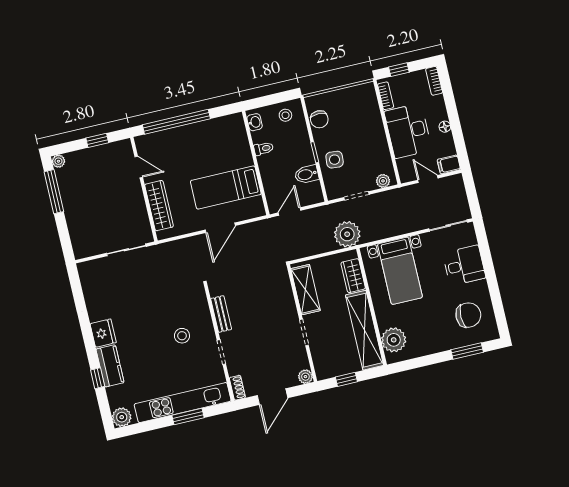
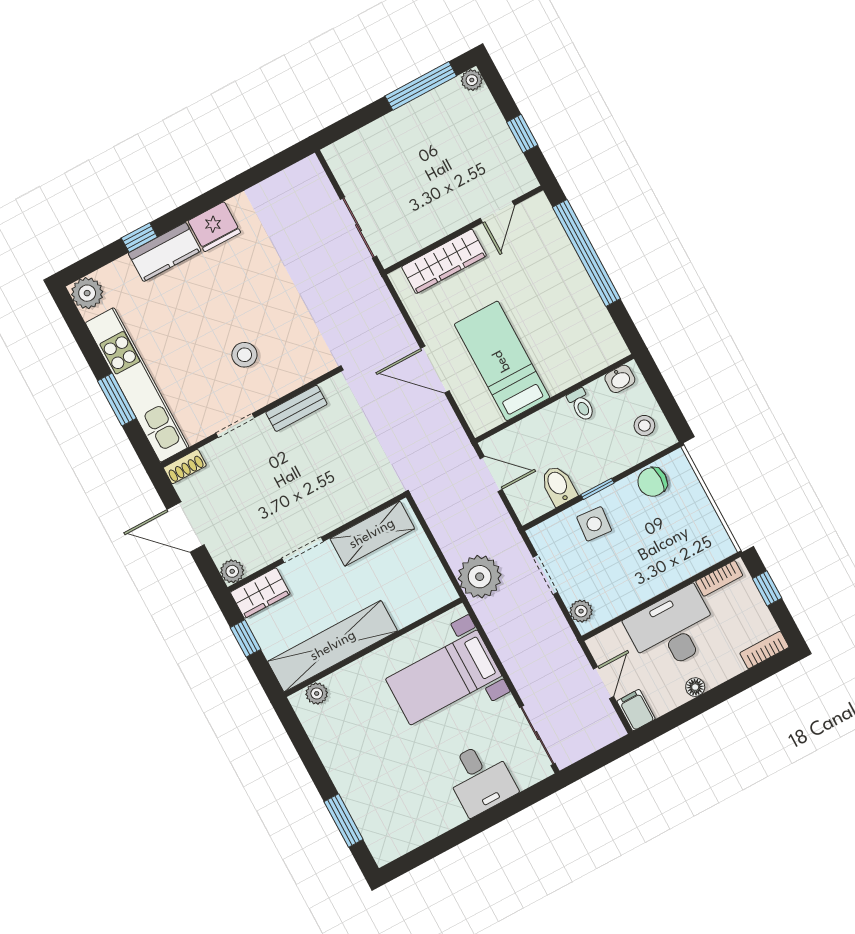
wardrobe: (353, 276) -> (260, 593), moved, turned 180
chair: (468, 315) -> (402, 807), removed
plant: (394, 340) -> (317, 693), width x0.53, depth x0.53

